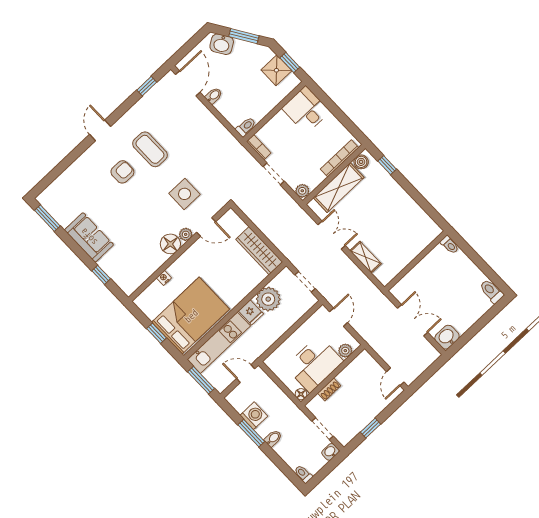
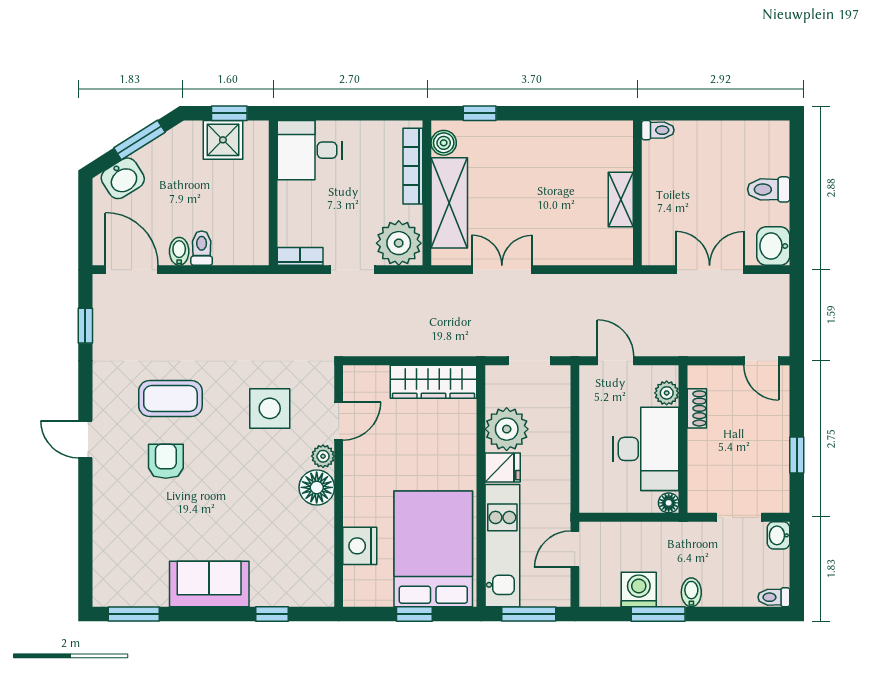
toilet: (246, 127) -> (202, 248), moved
plant: (302, 191) -> (399, 243), width x1.87, depth x1.87
shelving: (366, 257) -> (621, 200), moved, turned 90
nightstand: (164, 278) -> (360, 546), width x1.89, depth x1.79
toilet: (492, 291) -> (769, 189), moved
shoe rack: (329, 389) -> (697, 408), moved

